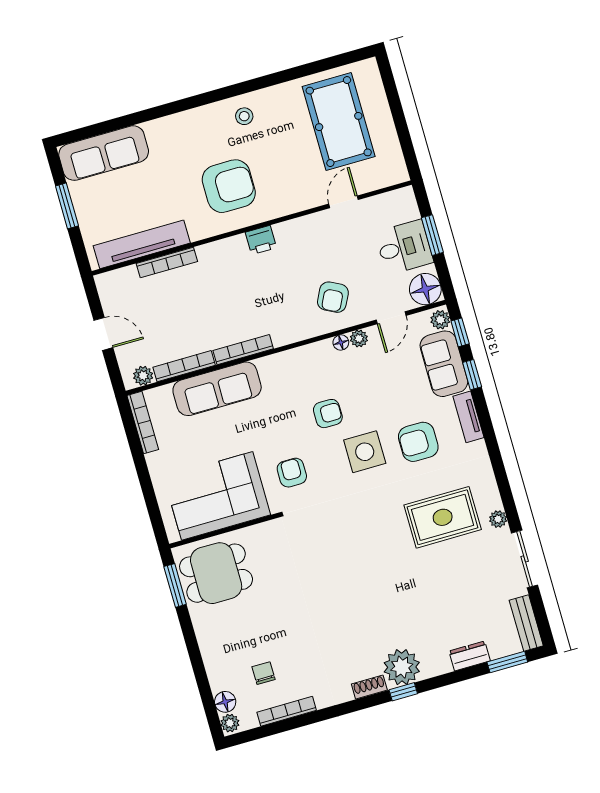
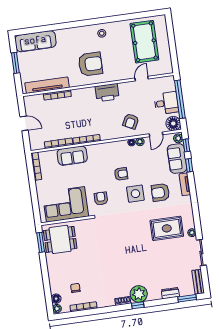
window: (432, 235) -> (180, 99), width x2.11
printer: (261, 240) -> (107, 93), width x1.87, depth x1.48
plant: (143, 376) -> (39, 145), removed
sofa: (217, 389) -> (72, 156), width x0.73

